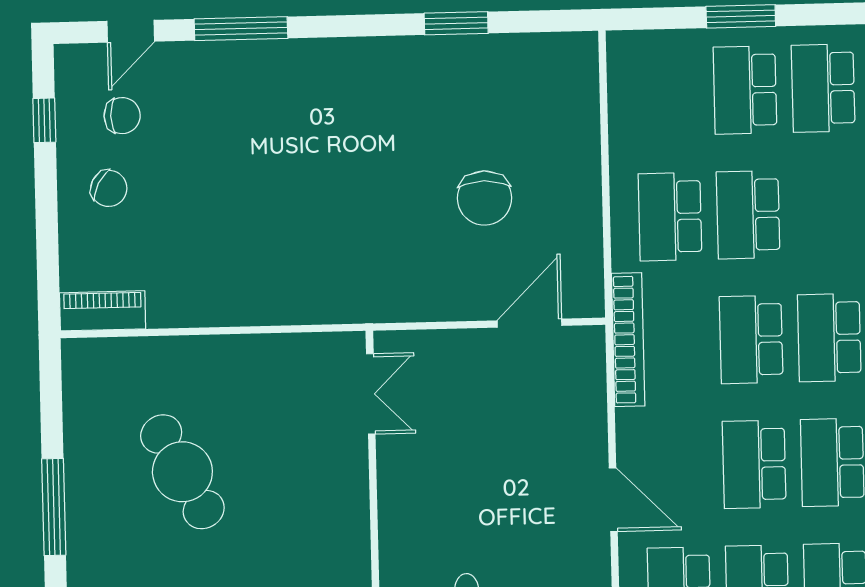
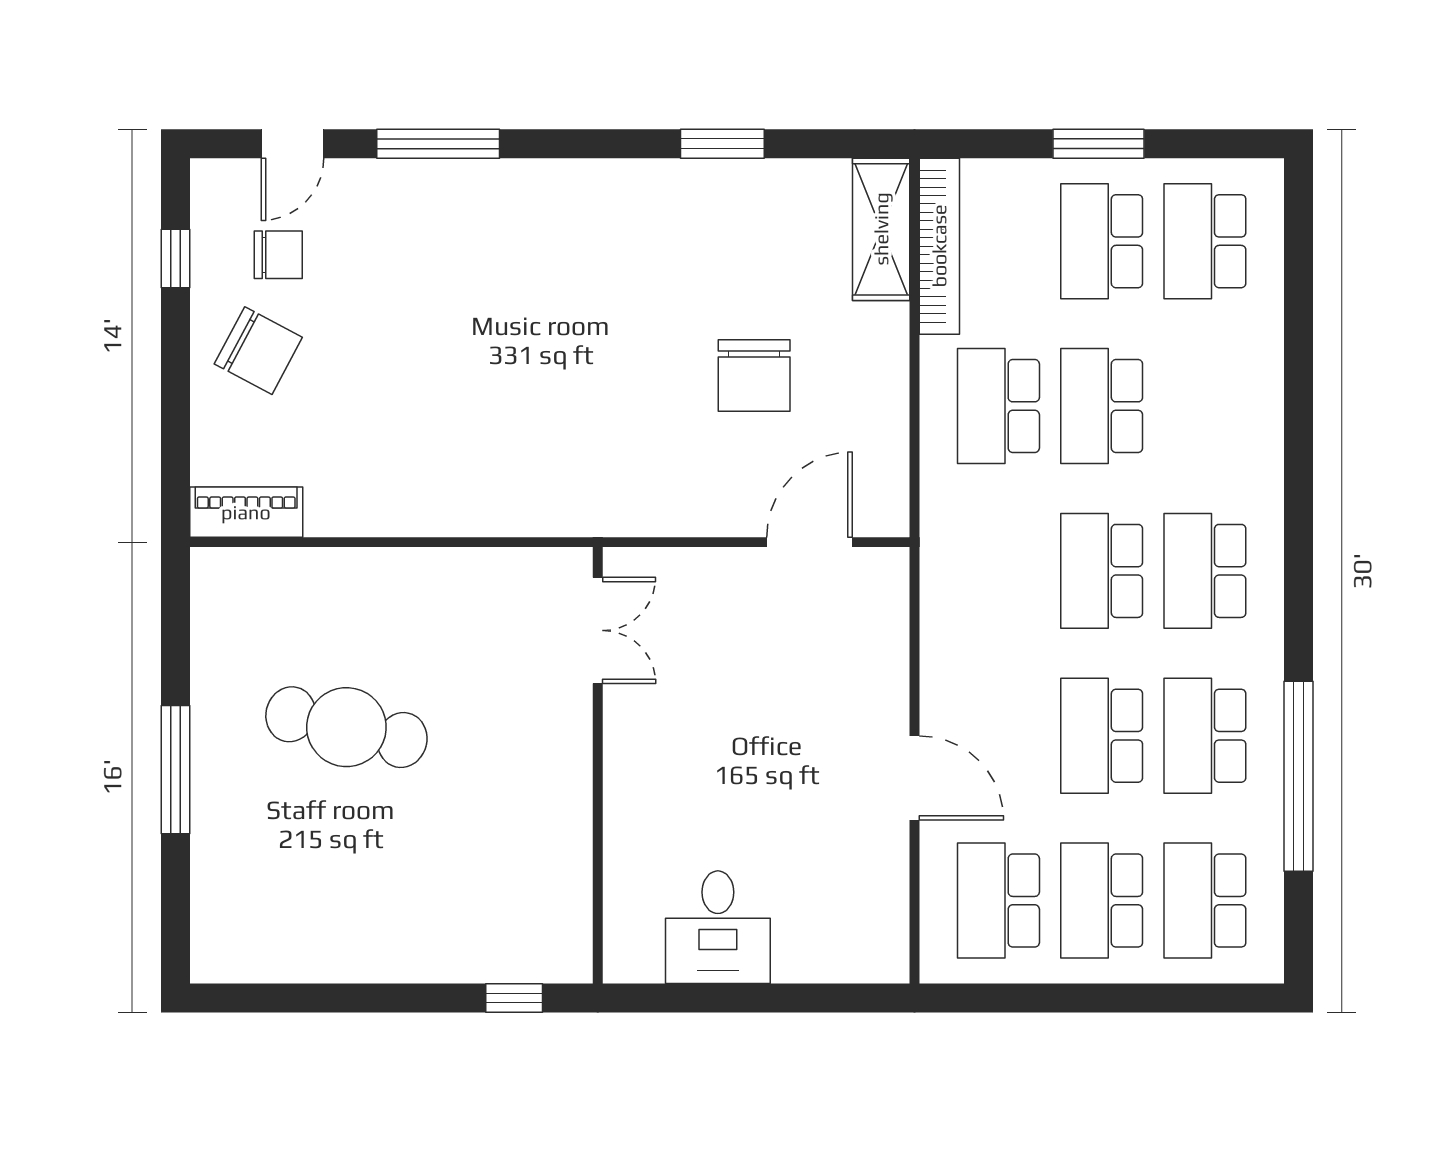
shelving: (578, 85) -> (881, 229), added
chair: (109, 188) -> (258, 351), width x1.37, depth x1.37
bookcase: (628, 340) -> (939, 246), moved
cafe table: (182, 472) -> (346, 727), turned -49

